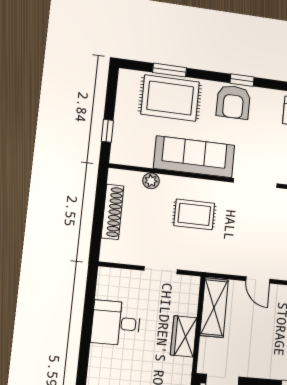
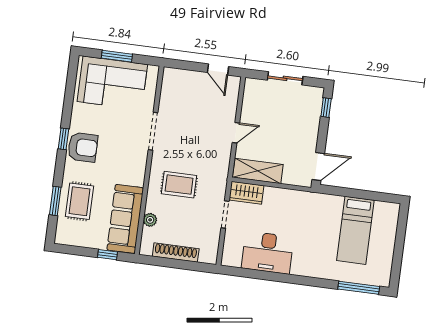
rug: (170, 98) -> (80, 201), width x0.73, depth x0.70
sofa: (194, 157) -> (125, 219), moved
rug: (194, 214) -> (179, 185), turned 90
desk: (116, 323) -> (268, 253), width x1.37
wardrobe: (184, 336) -> (246, 193), moved

